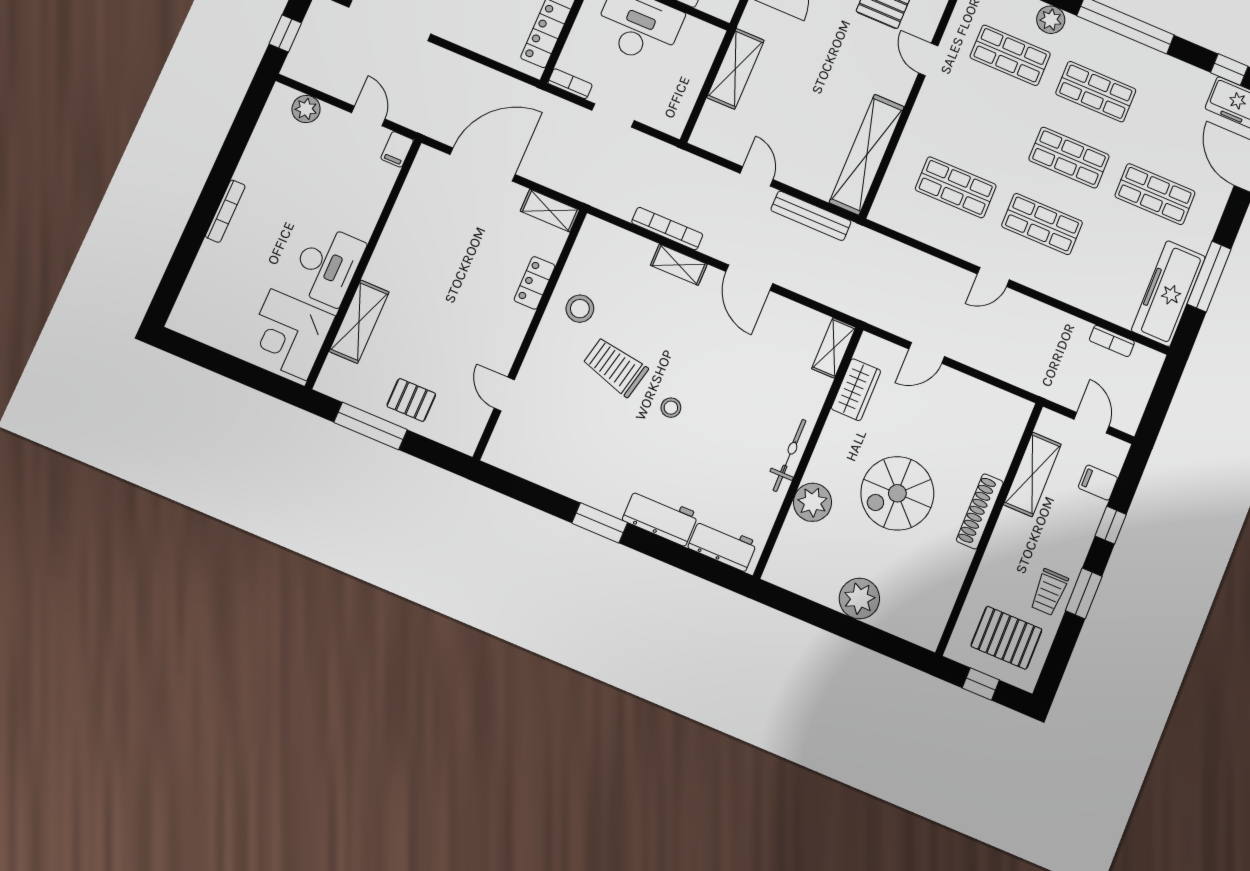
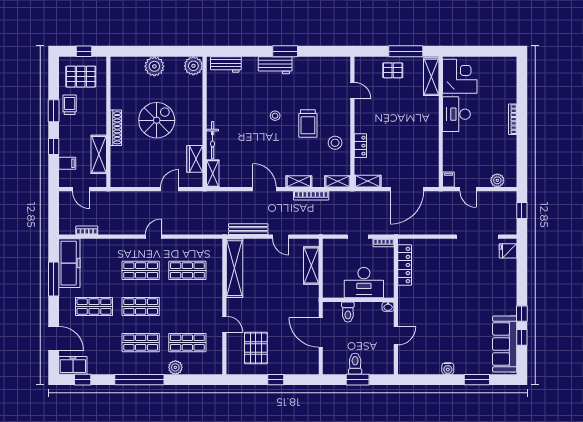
shelving: (735, 69) -> (311, 265), moved
shelving: (606, 234) -> (338, 181), added
shelving: (359, 322) -> (431, 77), moved
trolley: (615, 367) -> (308, 123), turned 77
bicycle: (790, 455) -> (213, 140), moved
plant: (812, 502) -> (193, 66), moved
workbench: (660, 517) -> (275, 65), moved

